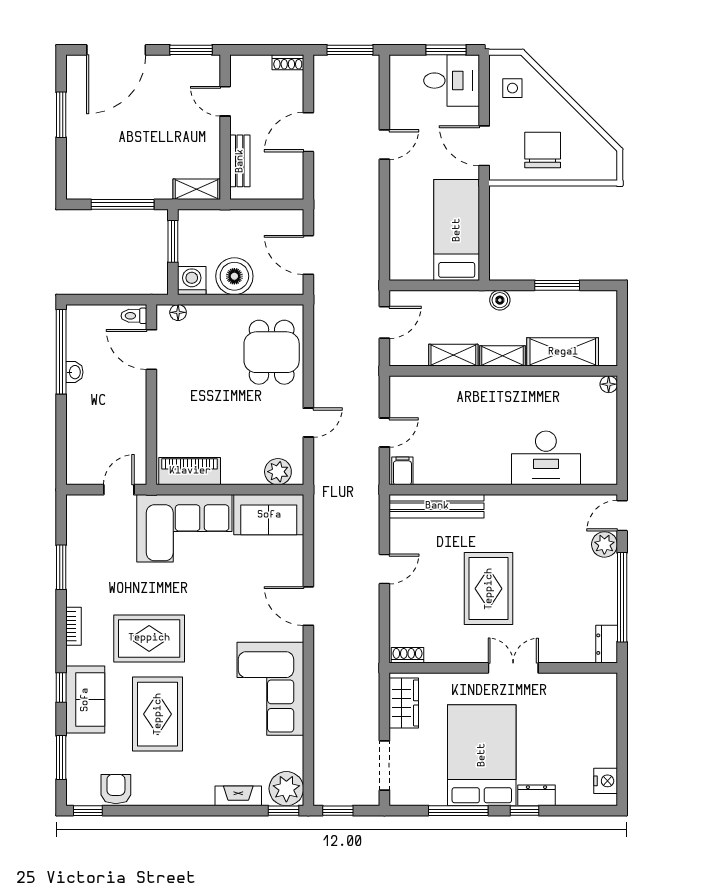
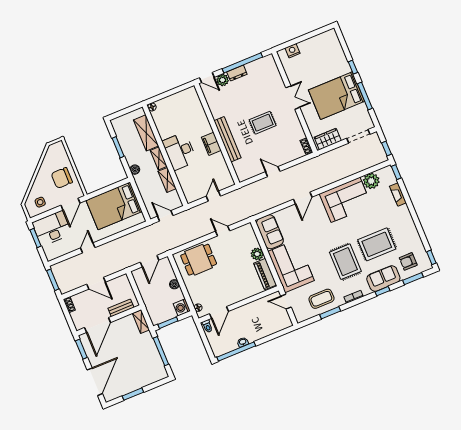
door: (116, 50) -> (95, 382), hinge flipped
desk: (452, 81) -> (52, 228), width x1.37
door: (225, 101) -> (98, 325), width x1.88
door: (384, 145) -> (88, 248), hinge flipped
bed: (457, 230) -> (114, 206), width x1.50
boiler: (234, 276) -> (174, 284), width x0.54, depth x0.54
door: (384, 432) -> (213, 196), hinge flipped
desk: (546, 458) -> (180, 151), moved, turned 180
filing cabinet: (402, 471) -> (211, 144), moved, width x2.00
plant: (278, 472) -> (257, 254), moved
bench: (437, 506) -> (228, 139), moved
coffee table: (96, 562) -> (321, 299), added
rug: (489, 589) -> (263, 123), width x0.73, depth x0.70
dresser: (607, 644) -> (237, 73), moved
double door: (513, 668) -> (293, 98), swing flipped
nightstand: (606, 781) -> (292, 51), moved
armchair: (116, 789) -> (408, 261), moved
plant: (286, 789) -> (371, 181), moved
dresser: (536, 795) -> (344, 65), removed

